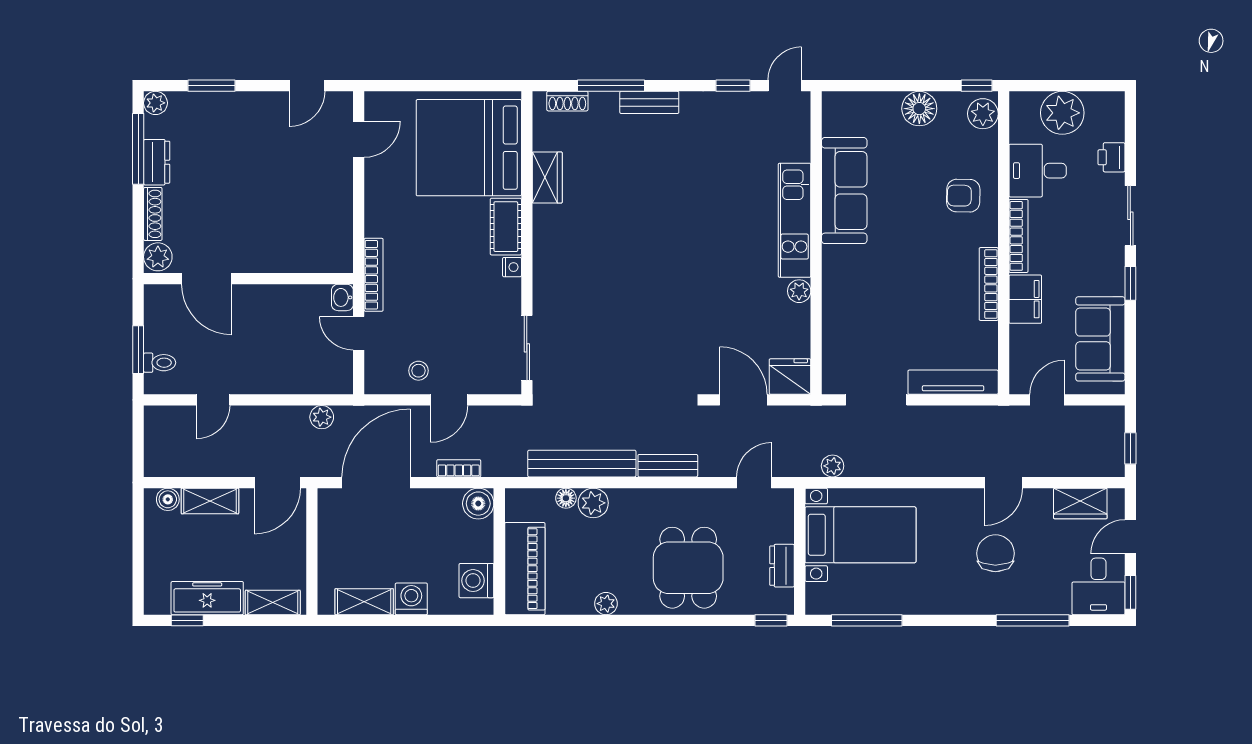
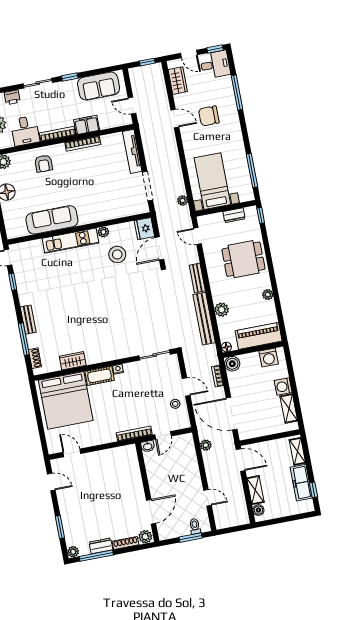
stool: (748, 311) -> (117, 254), added
floor lamp: (566, 498) -> (226, 347), moved

